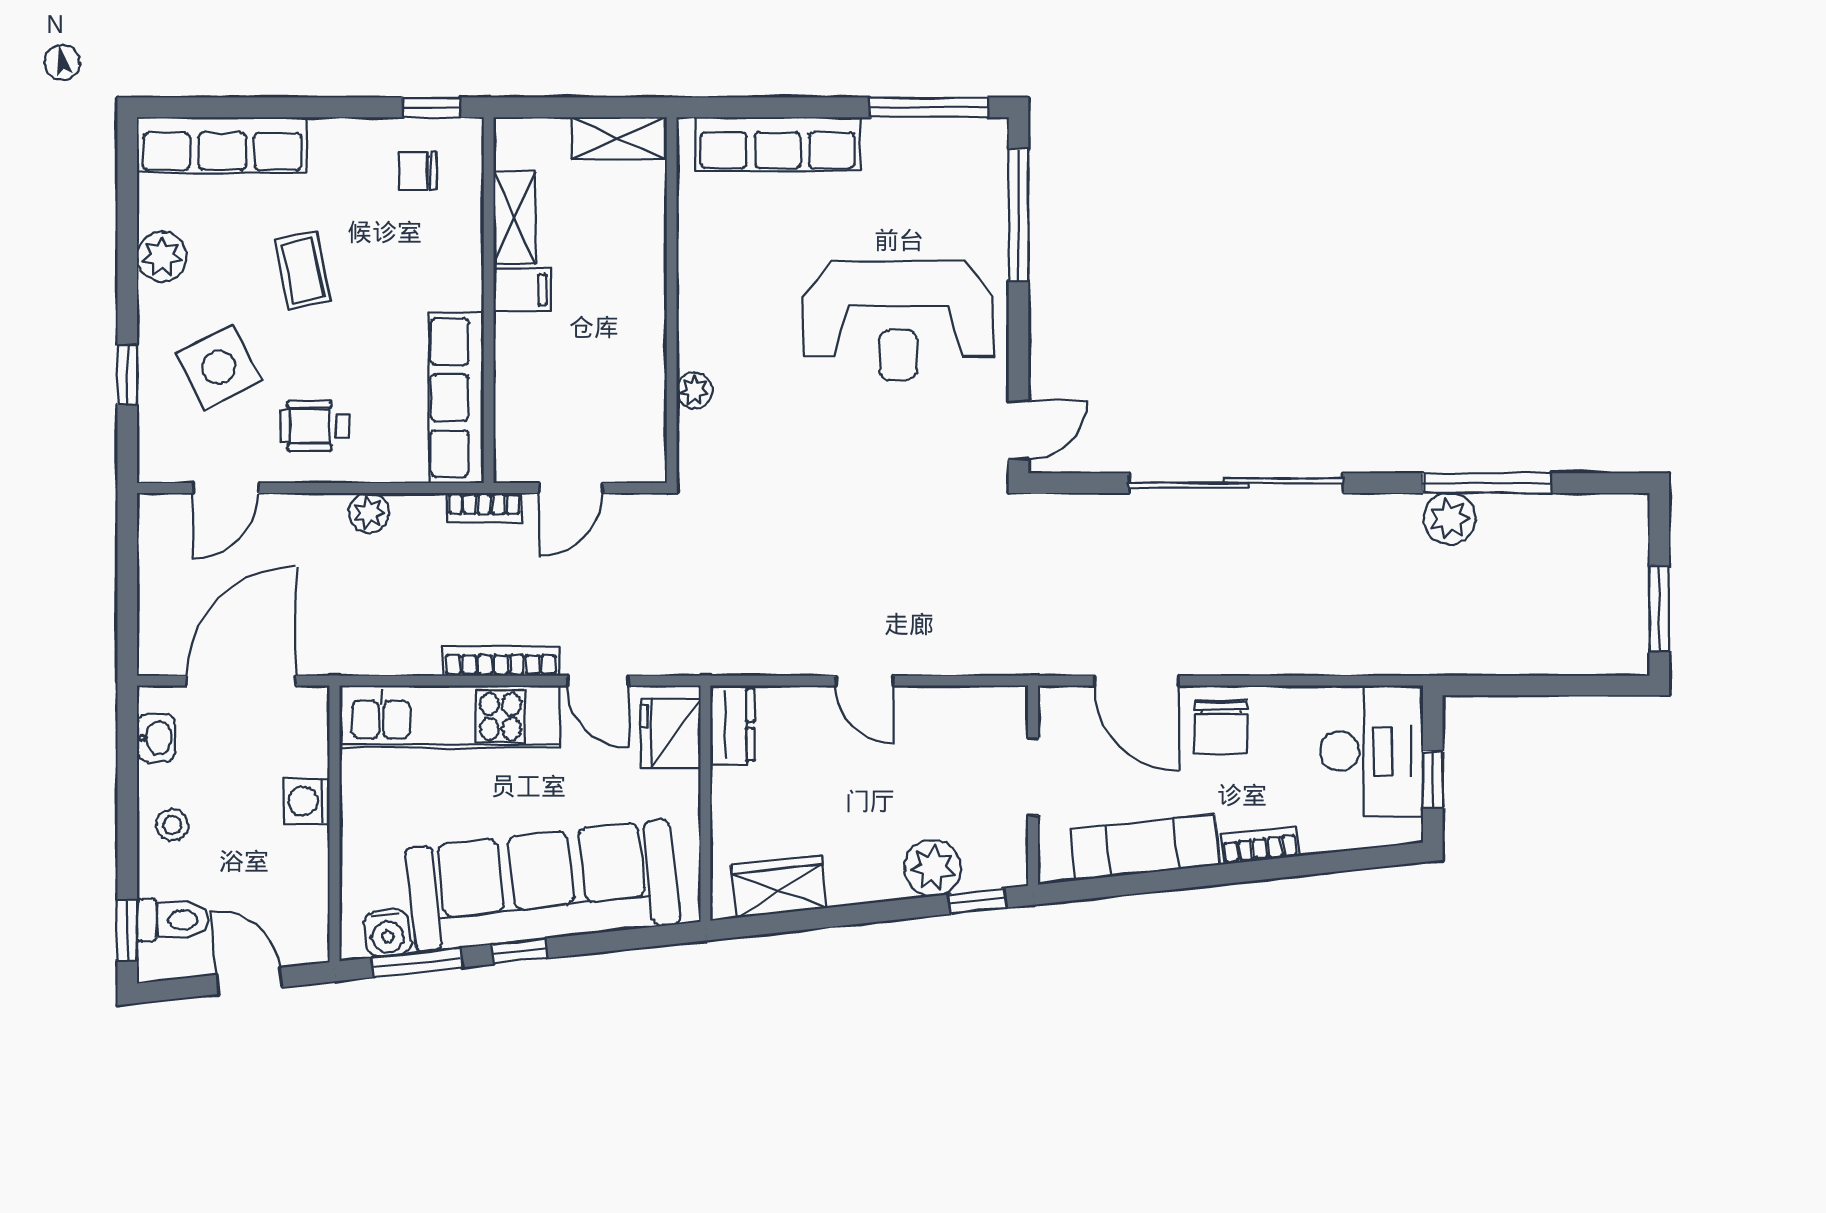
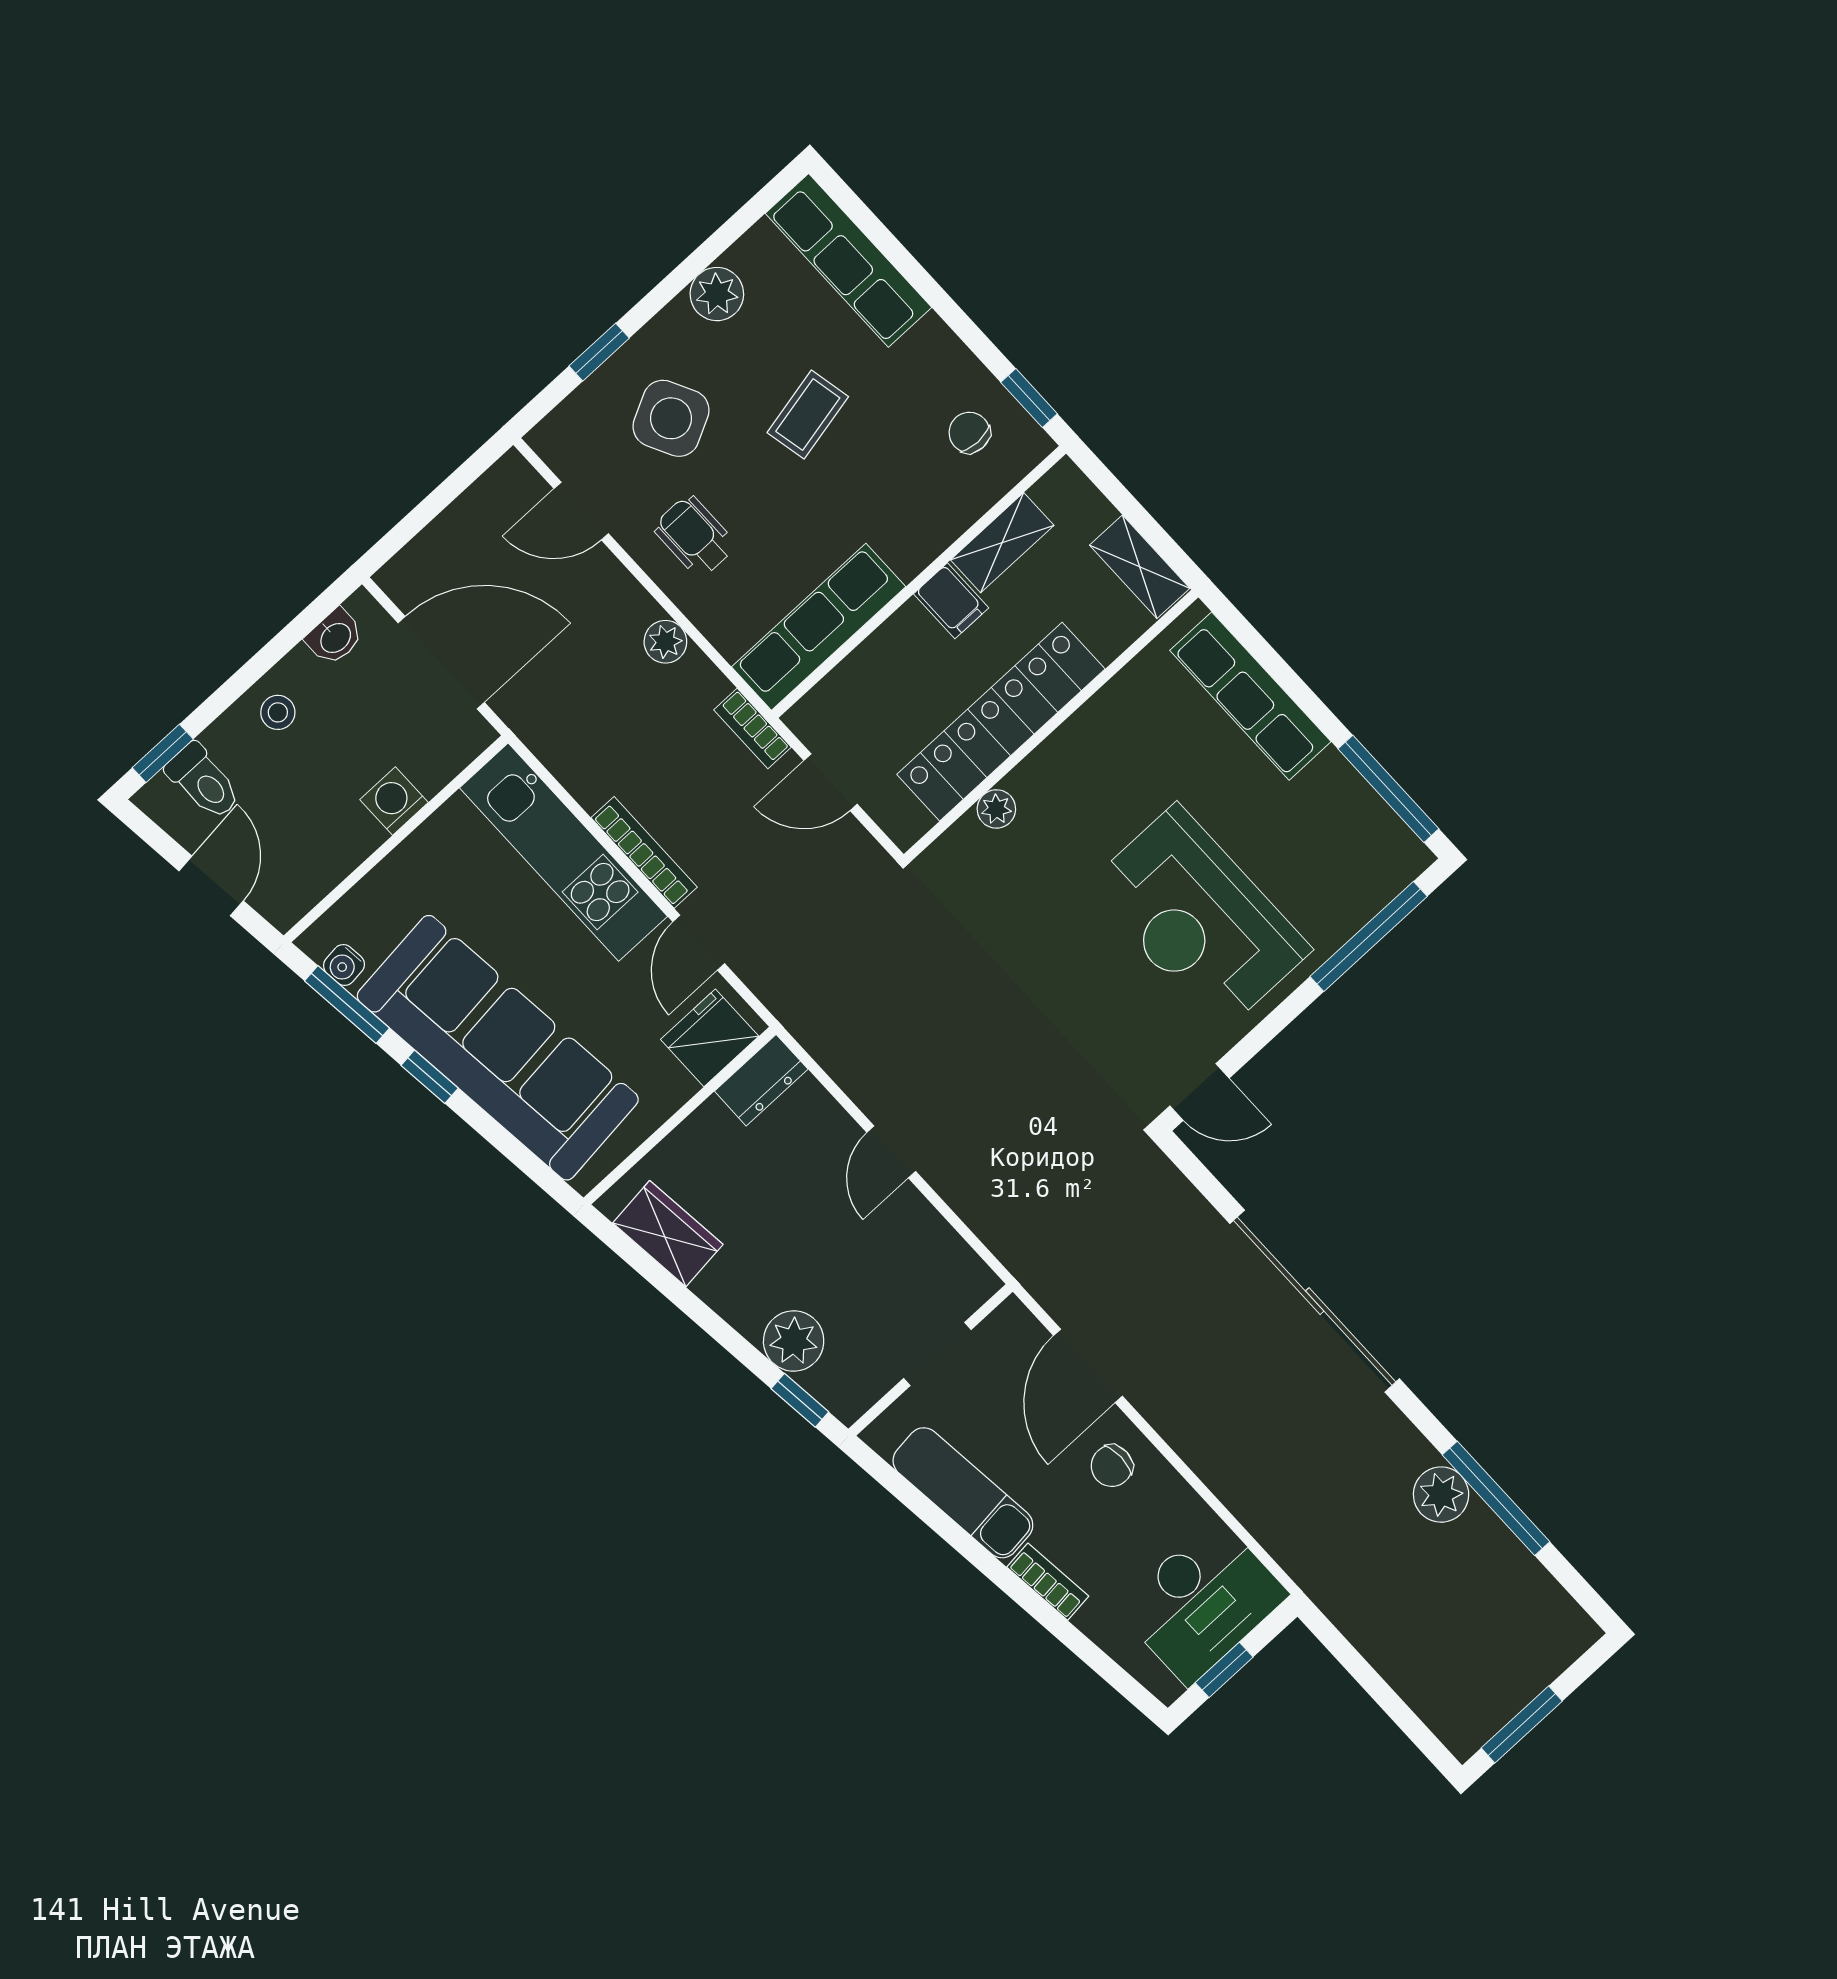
locker: (637, 332) -> (1001, 722), added
chair: (1221, 728) -> (1112, 1466), width x0.73, depth x0.73
water cooler: (388, 933) -> (344, 965), width x0.72, depth x0.72

